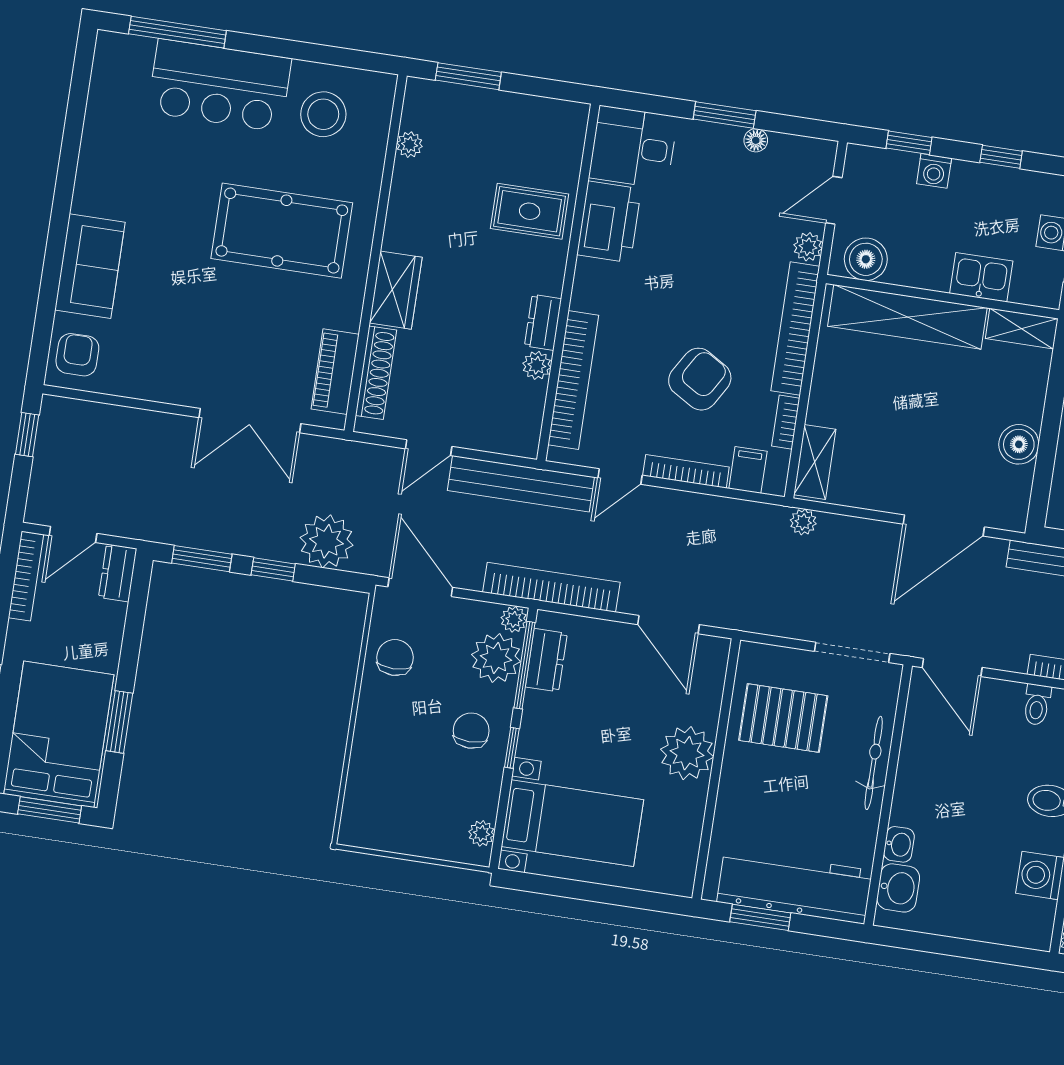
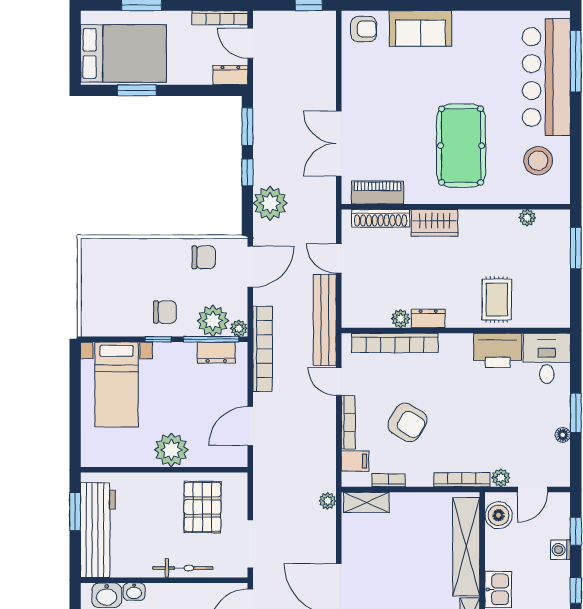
bar counter: (220, 85) -> (546, 77), width x1.36
door: (834, 200) -> (533, 490), swing flipped
bookcase: (795, 328) -> (462, 480), width x0.68, depth x0.76
window: (50, 810) -> (75, 55), removed
plant: (481, 833) -> (101, 328), removed

